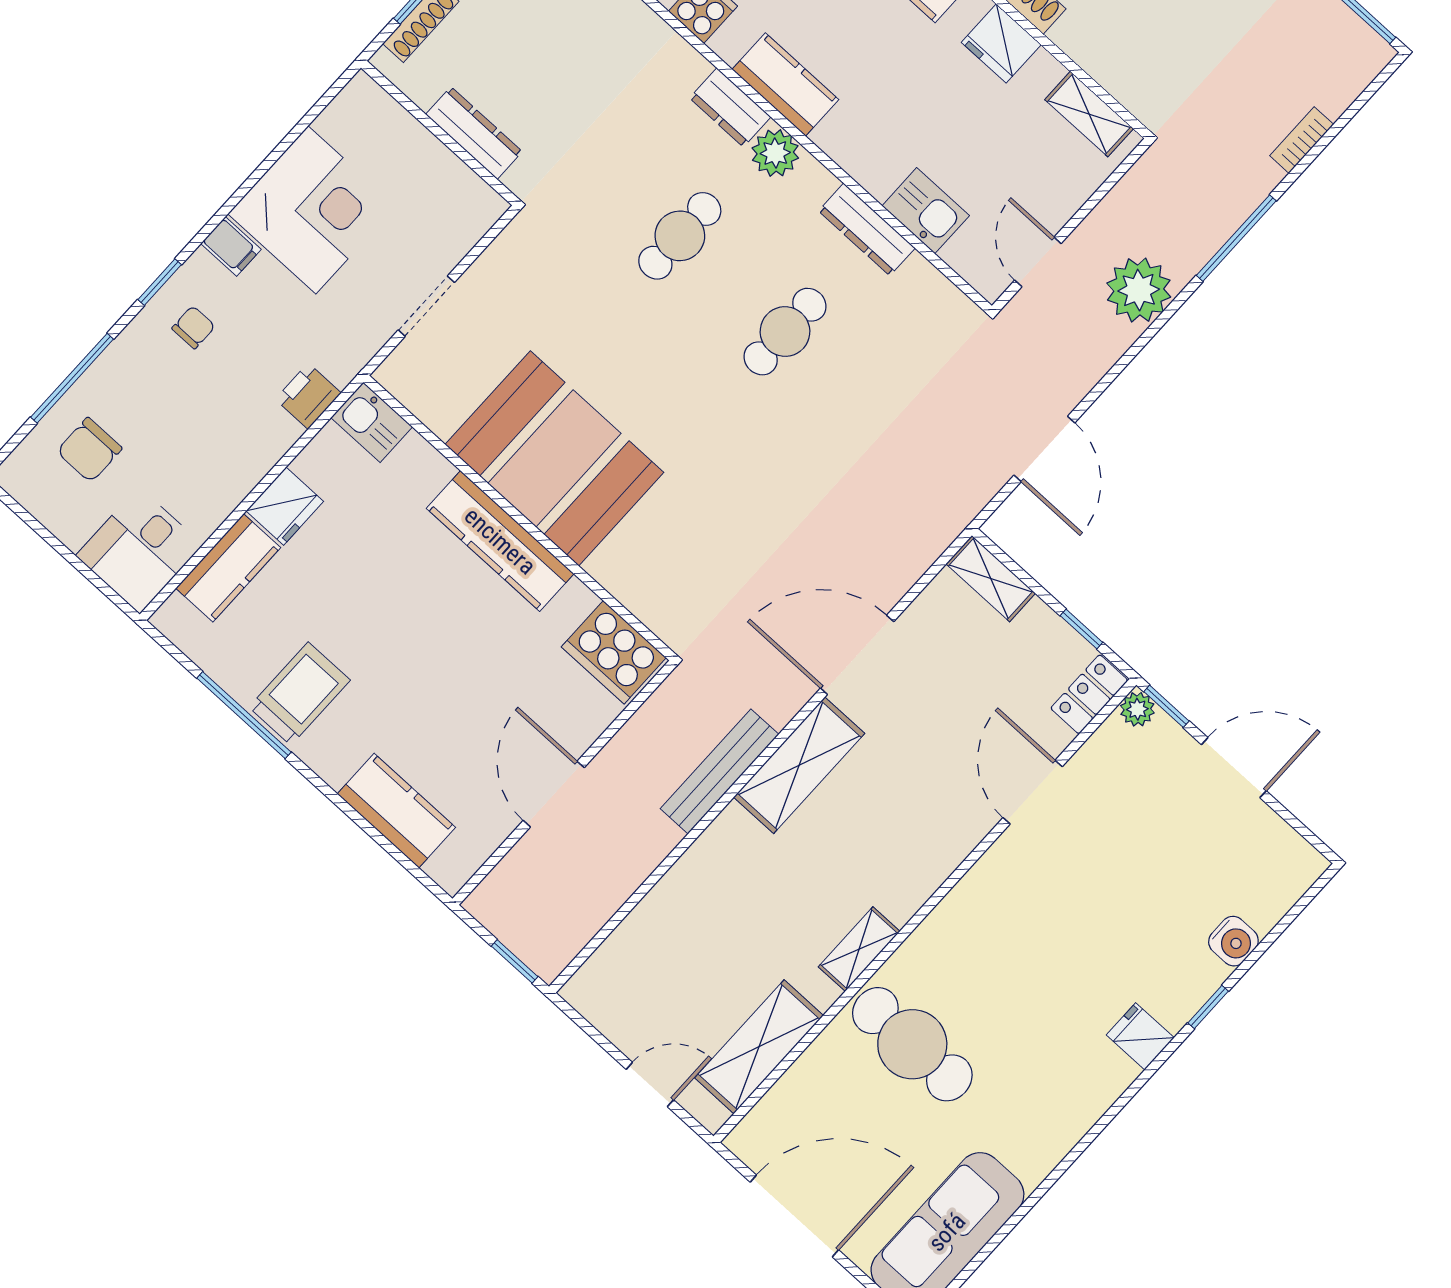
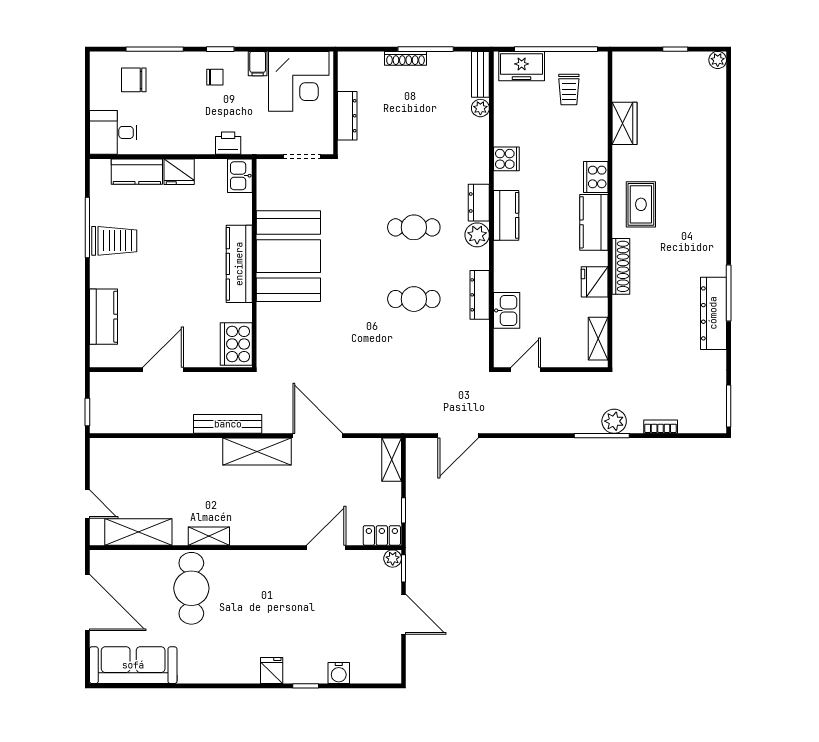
wall: (439, 133) -> (335, 103), moved
dresser: (474, 133) -> (347, 116), moved
plant: (1139, 290) -> (614, 421), moved, width x0.73, depth x0.73

